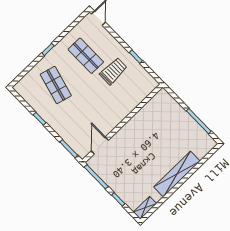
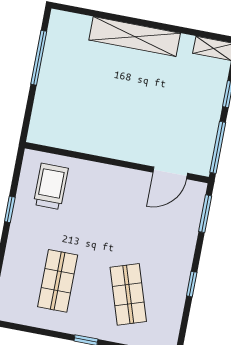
trolley: (113, 71) -> (51, 186), moved, turned 90
shop shelf: (56, 85) -> (128, 294), turned -33

